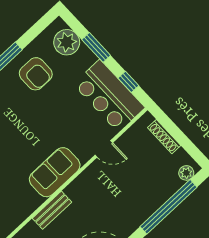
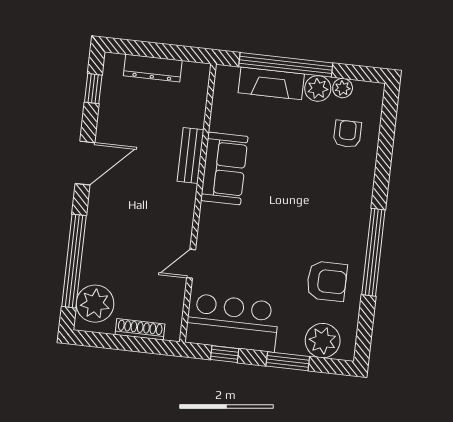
armchair: (36, 74) -> (327, 281), turned 180
sofa: (55, 172) -> (224, 168), moved
plant: (186, 173) -> (95, 304), width x1.88, depth x1.88

